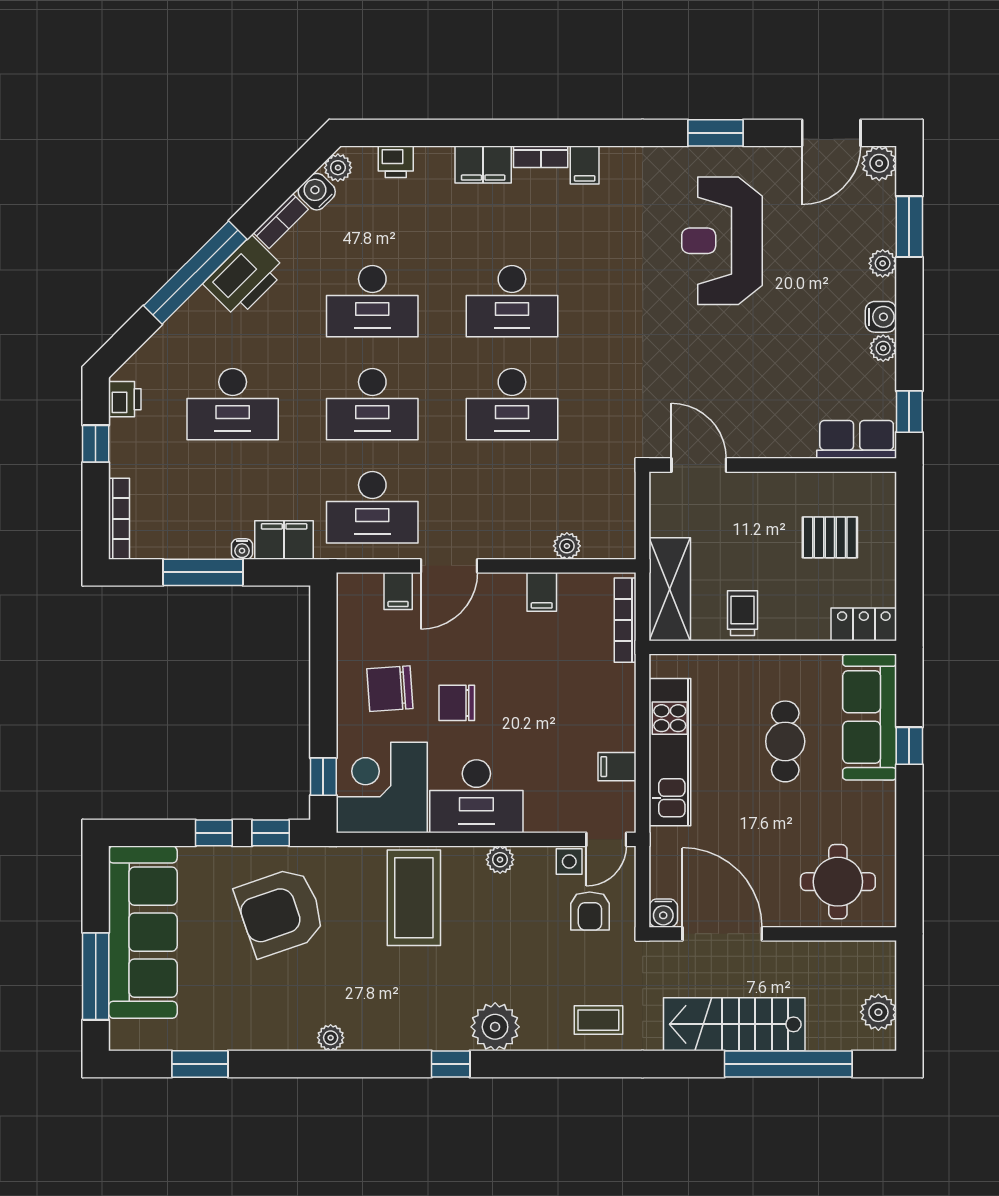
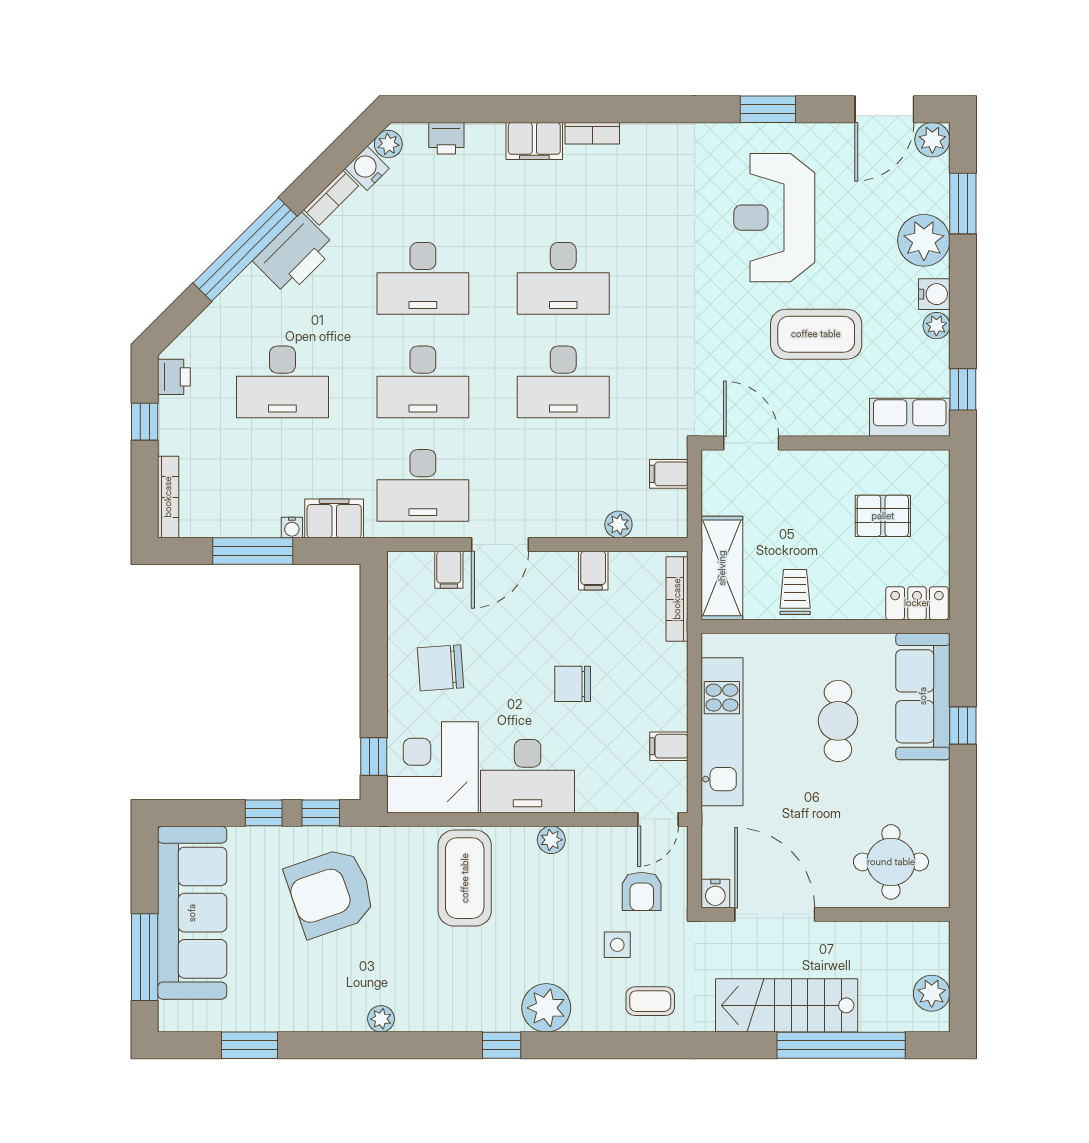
filing cabinet: (585, 165) -> (669, 474), moved, turned 90
plant: (883, 263) -> (924, 240), width x1.88, depth x1.88
coffee table: (764, 357) -> (816, 334), added
chair: (457, 703) -> (573, 684), moved
side table: (569, 861) -> (617, 945), moved

